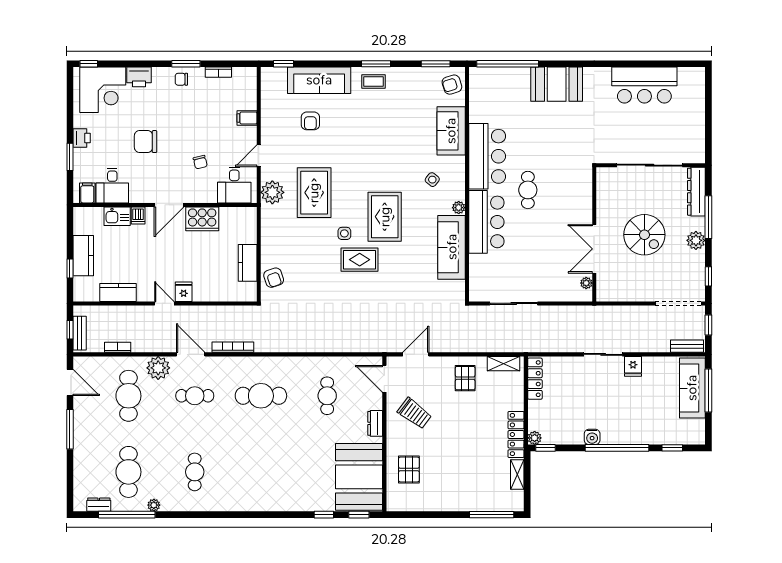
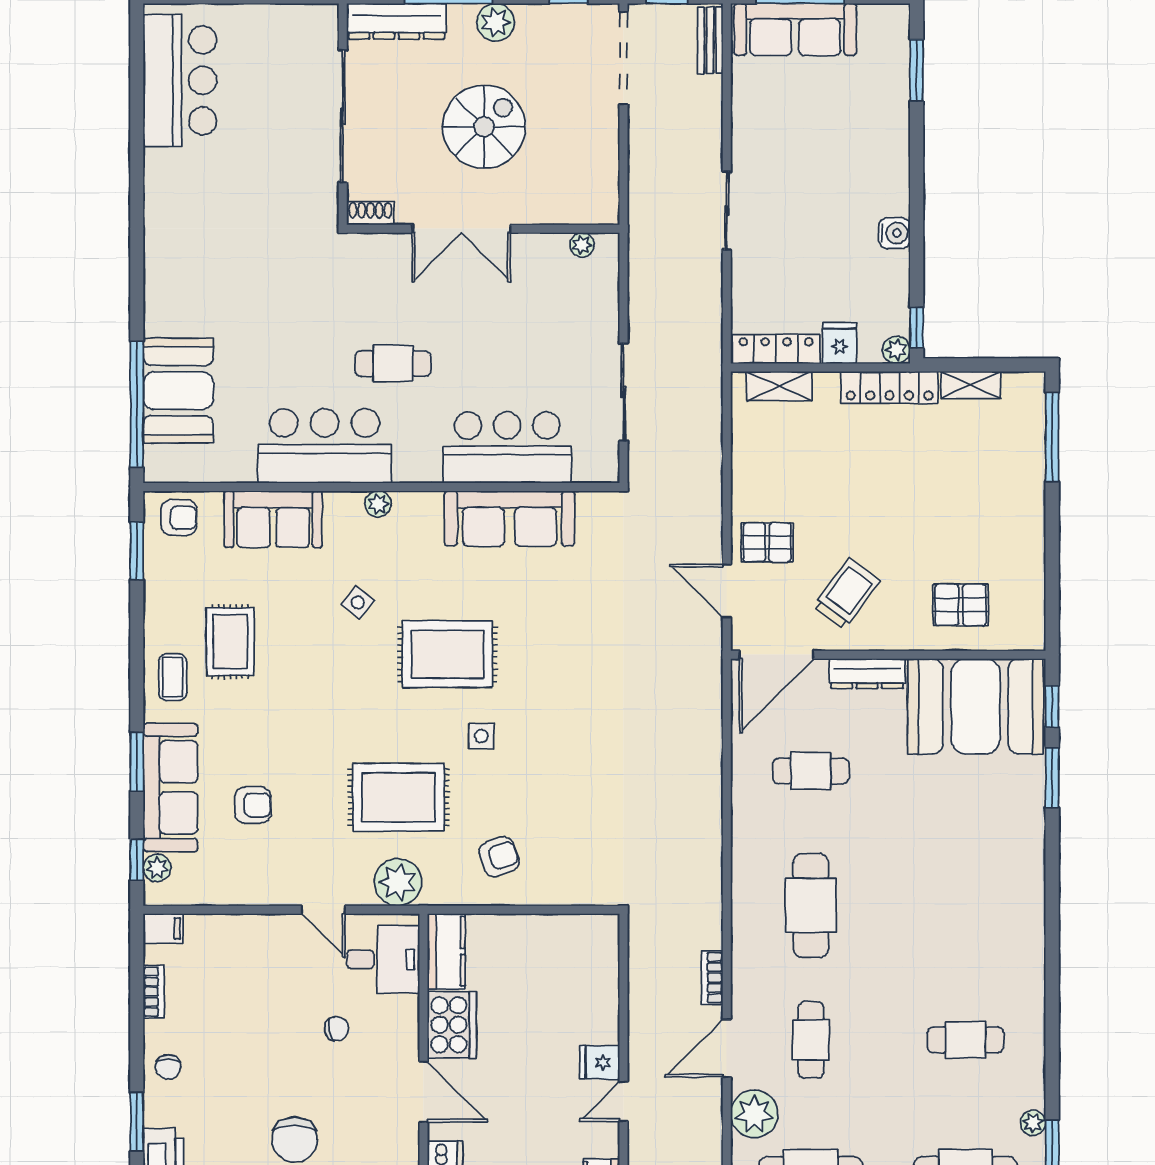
window: (186, 64) -> (137, 1122), moved
window: (376, 64) -> (137, 762), moved
plant: (279, 74) -> (157, 868), added
booth: (557, 84) -> (178, 391), moved
armchair: (452, 85) -> (179, 518), turned -72
bar counter: (644, 85) -> (180, 80), moved
filing cabinet: (247, 118) -> (163, 929), moved, turned -90
shoe rack: (602, 179) -> (370, 213), added
side table: (432, 180) -> (358, 602), moved
plant: (459, 208) -> (378, 504), moved
bar counter: (486, 222) -> (507, 447), moved
double door: (594, 249) -> (461, 229), moved
rug: (360, 260) -> (230, 642), moved
kitchen counter: (248, 263) -> (446, 951), moved, turned -90
armchair: (274, 278) -> (499, 857), moved
bookcase: (233, 347) -> (712, 978), width x0.64
shelving: (503, 364) -> (779, 386), moved, turned 90
fridge: (633, 366) -> (840, 343), moved, turned -90
pallet: (465, 378) -> (767, 542), moved
door: (384, 379) -> (776, 655), width x1.36
dresser: (375, 423) -> (867, 673), width x1.44
window: (617, 448) -> (917, 183), removed
window: (672, 448) -> (917, 70), width x1.50
window: (324, 515) -> (1052, 778), width x1.50

